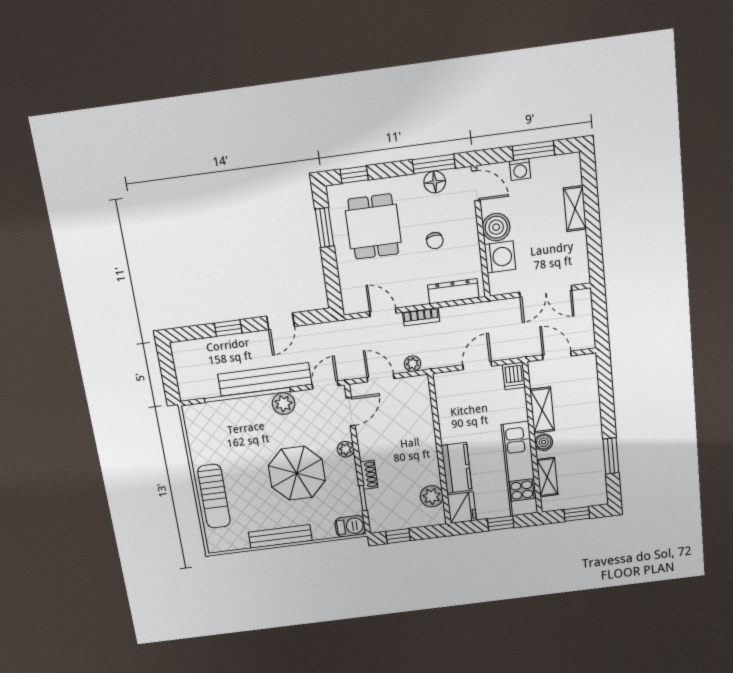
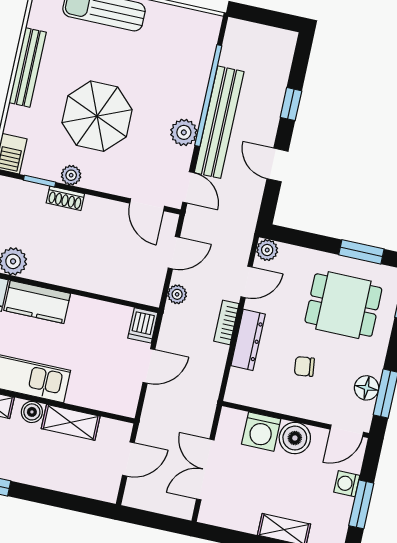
dresser: (453, 291) -> (248, 340), moved
plant: (351, 305) -> (267, 250), added
door: (477, 366) -> (149, 366), hinge flipped
dishwasher: (514, 376) -> (143, 325), moved, turned -90
plant: (346, 449) -> (71, 175), moved

